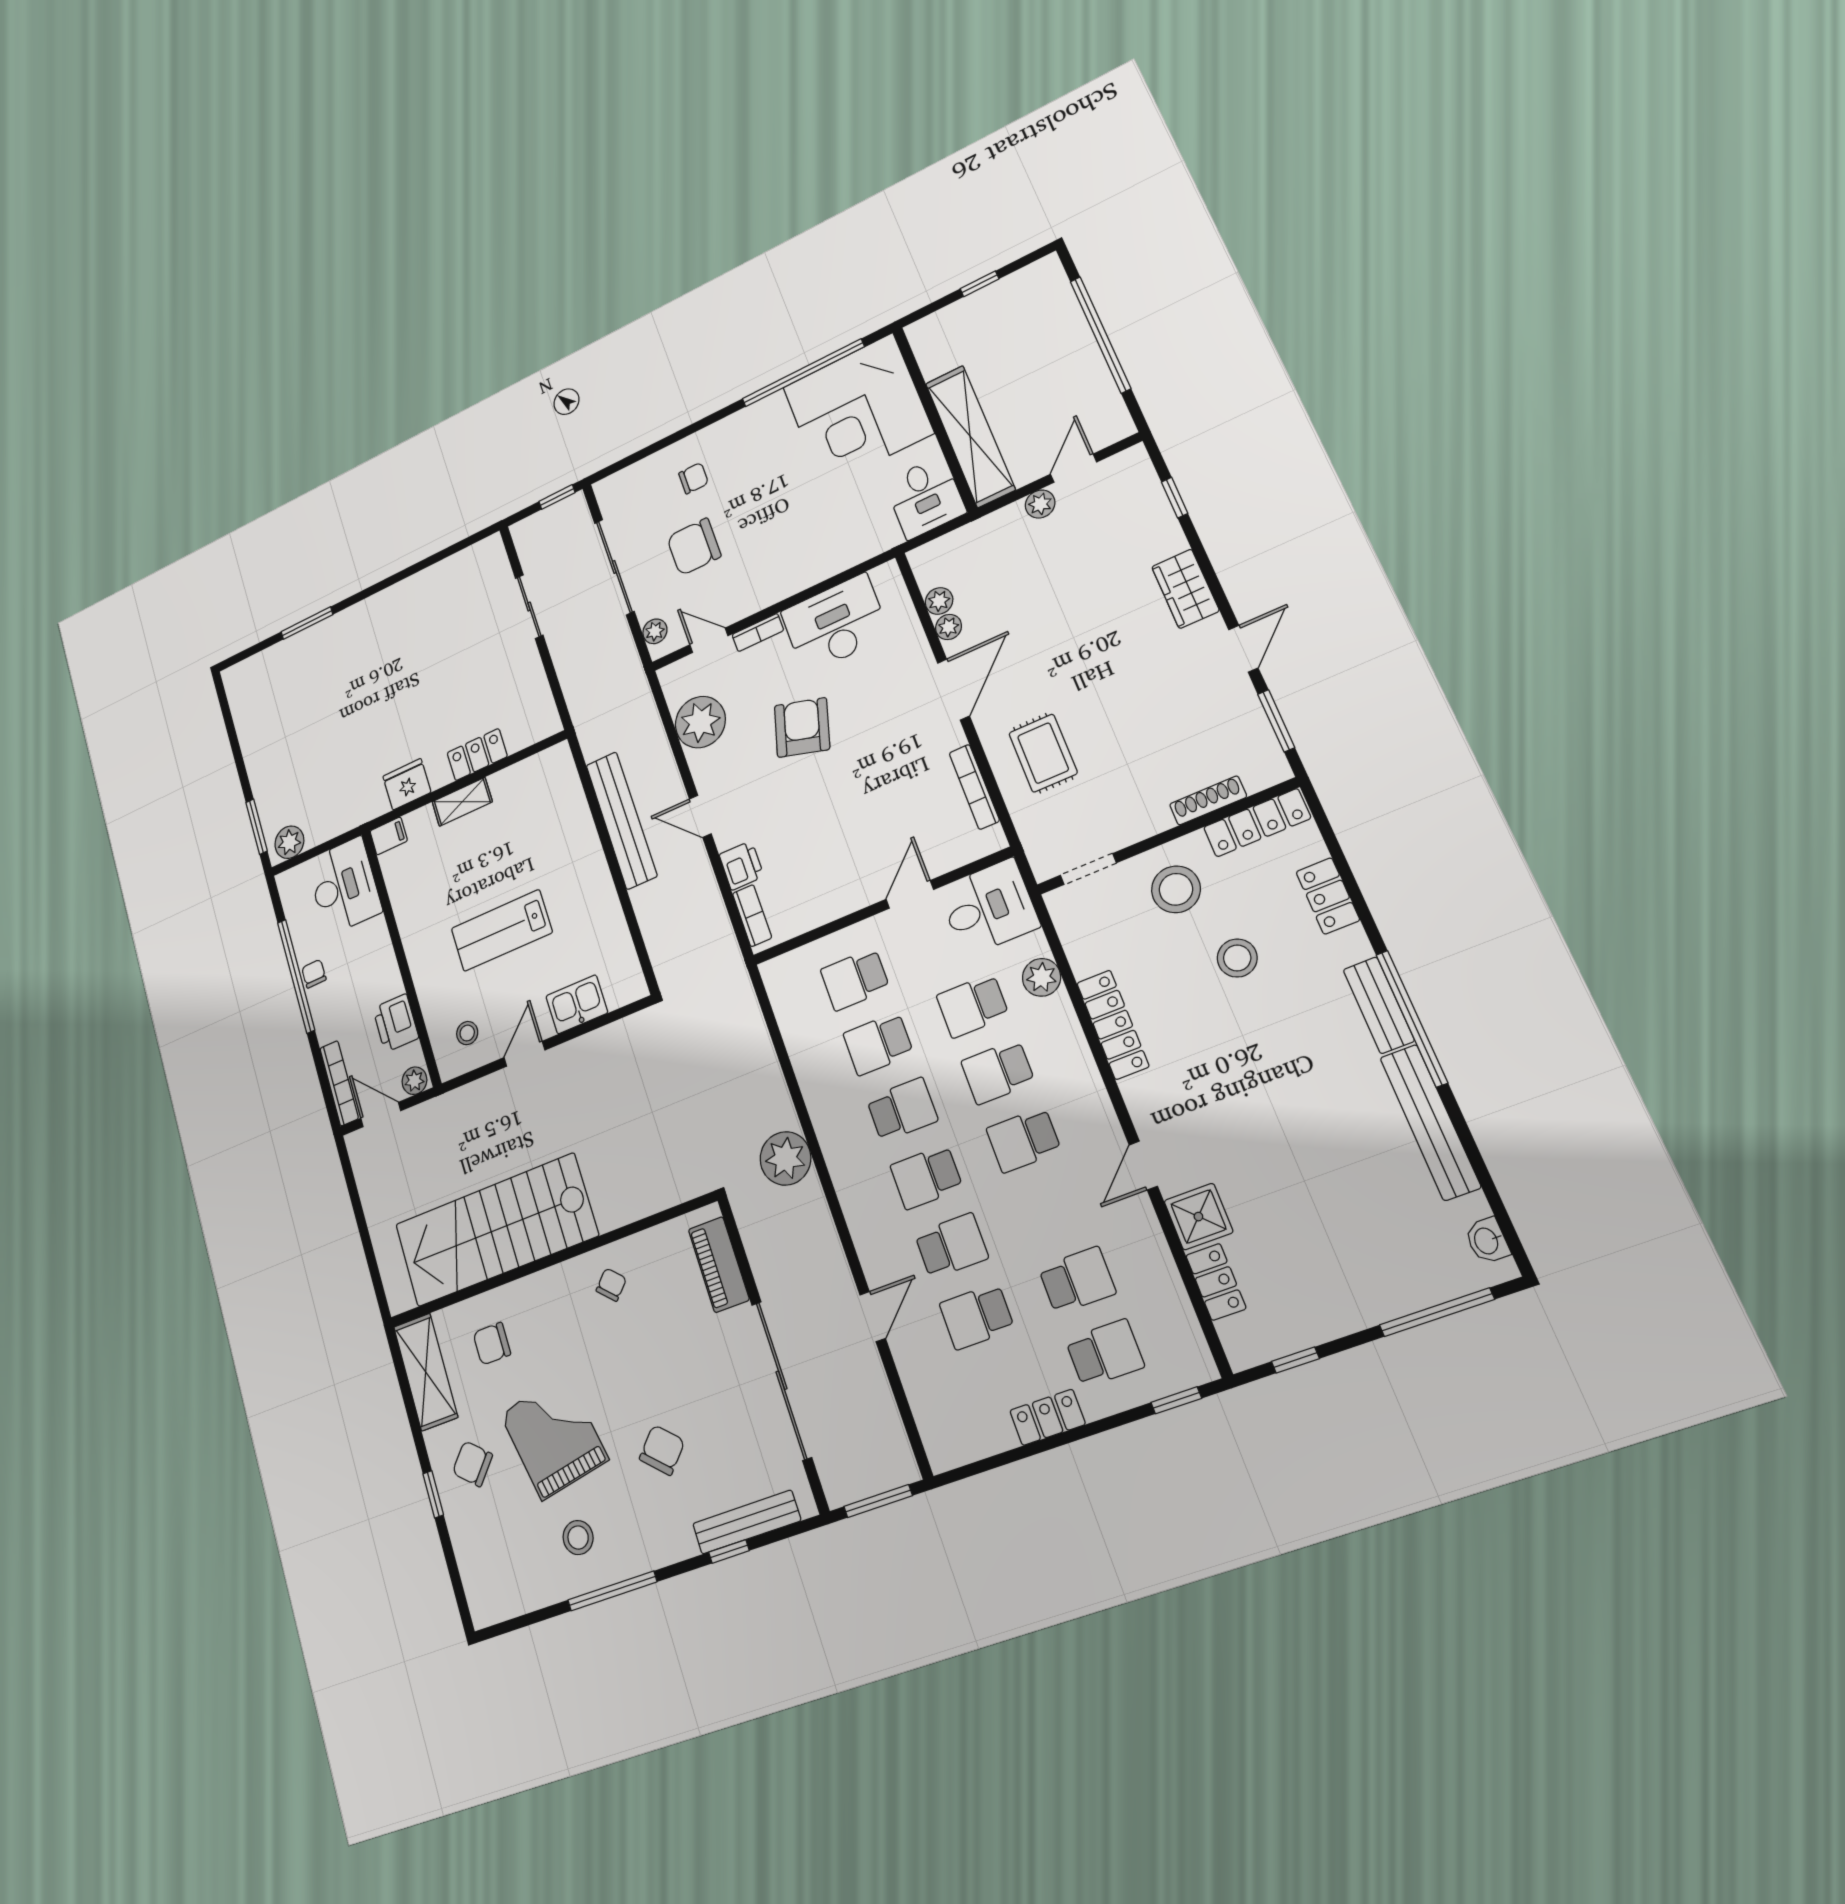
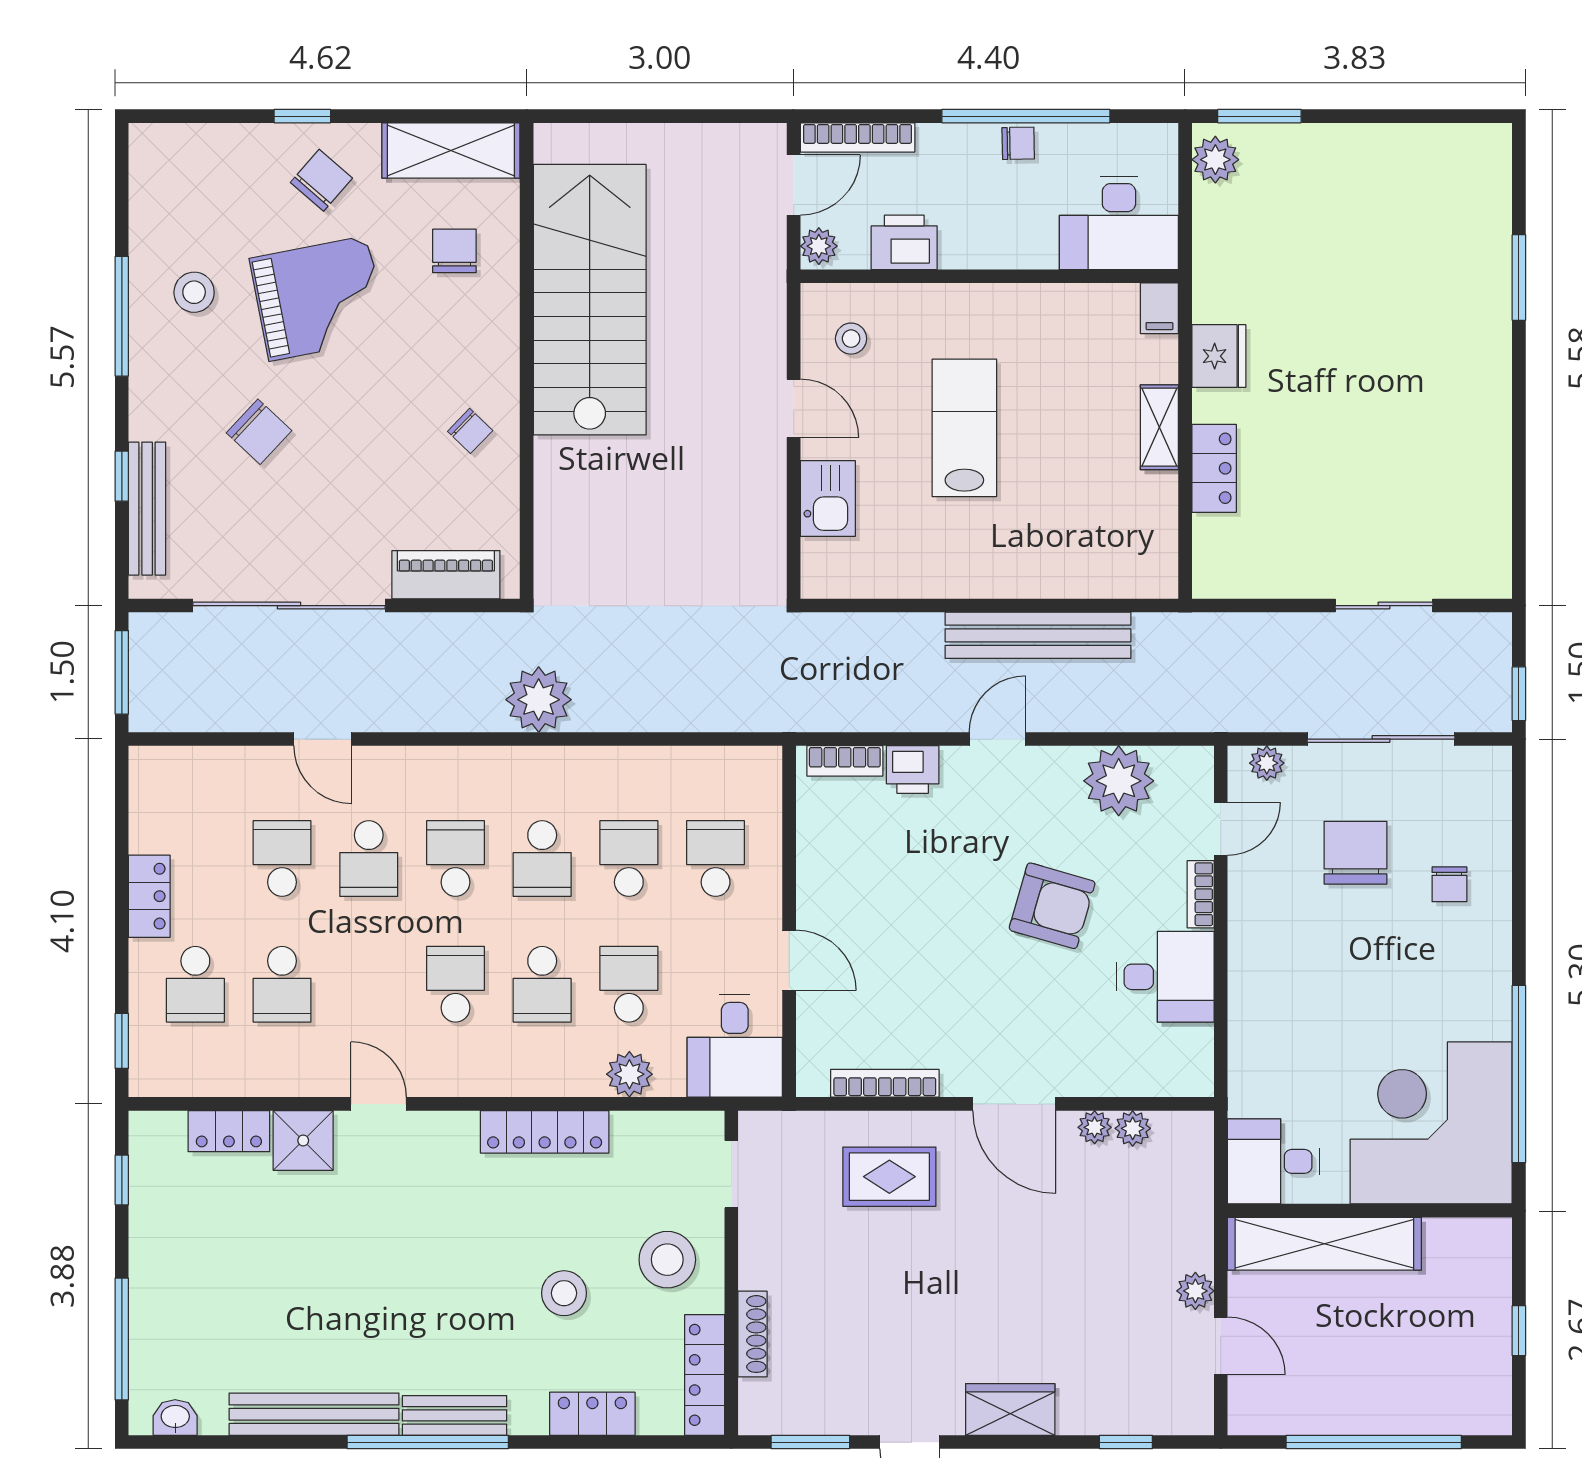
desk: (835, 624) -> (1165, 977), width x0.73
school desk: (998, 1072) -> (542, 984), turned 180

